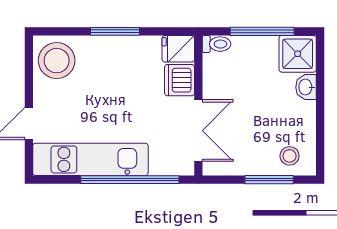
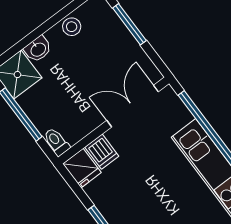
dishwasher: (180, 80) -> (102, 152), width x0.73
stool: (290, 156) -> (72, 27), moved

